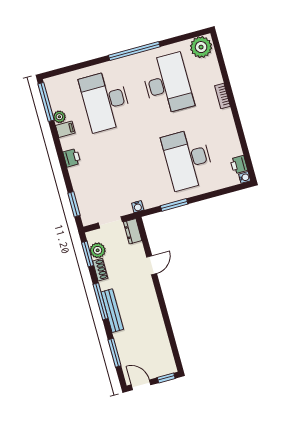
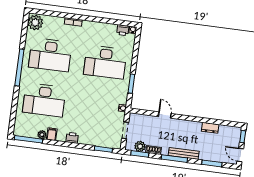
desk: (167, 84) -> (50, 55), turned 180
dresser: (133, 231) -> (210, 128), moved
door: (141, 385) -> (240, 155), hinge flipped

